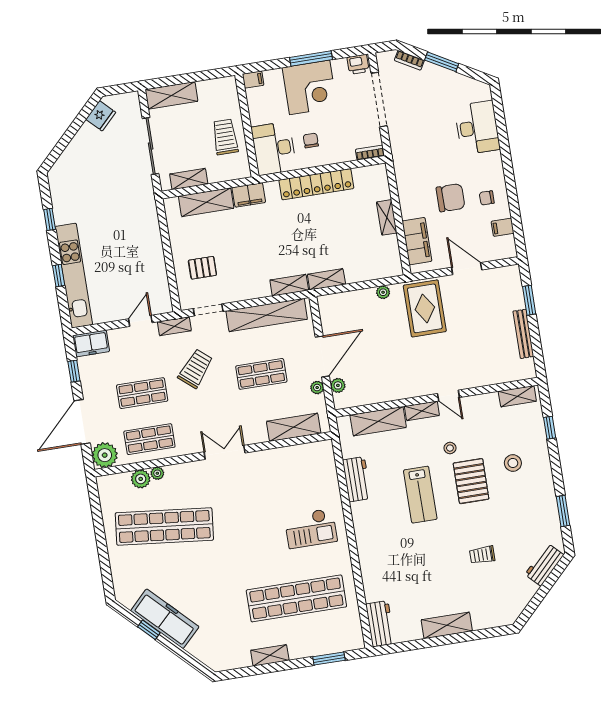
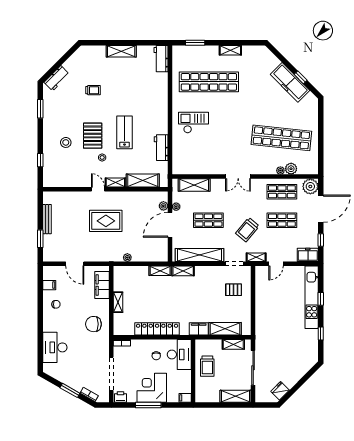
chair: (451, 198) -> (93, 324), moved
rug: (425, 308) -> (106, 221), moved, turned 90
shelving: (517, 396) -> (57, 182), removed

